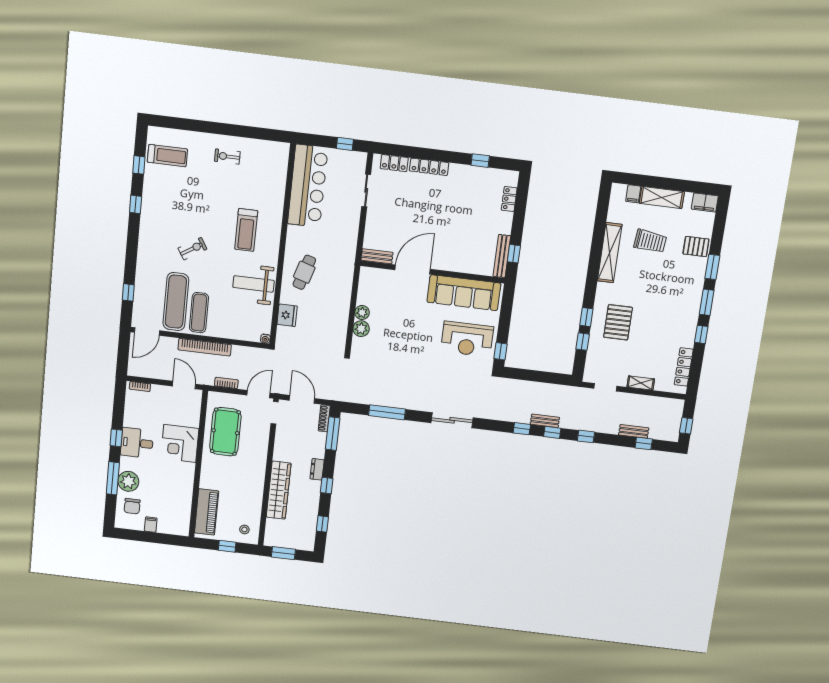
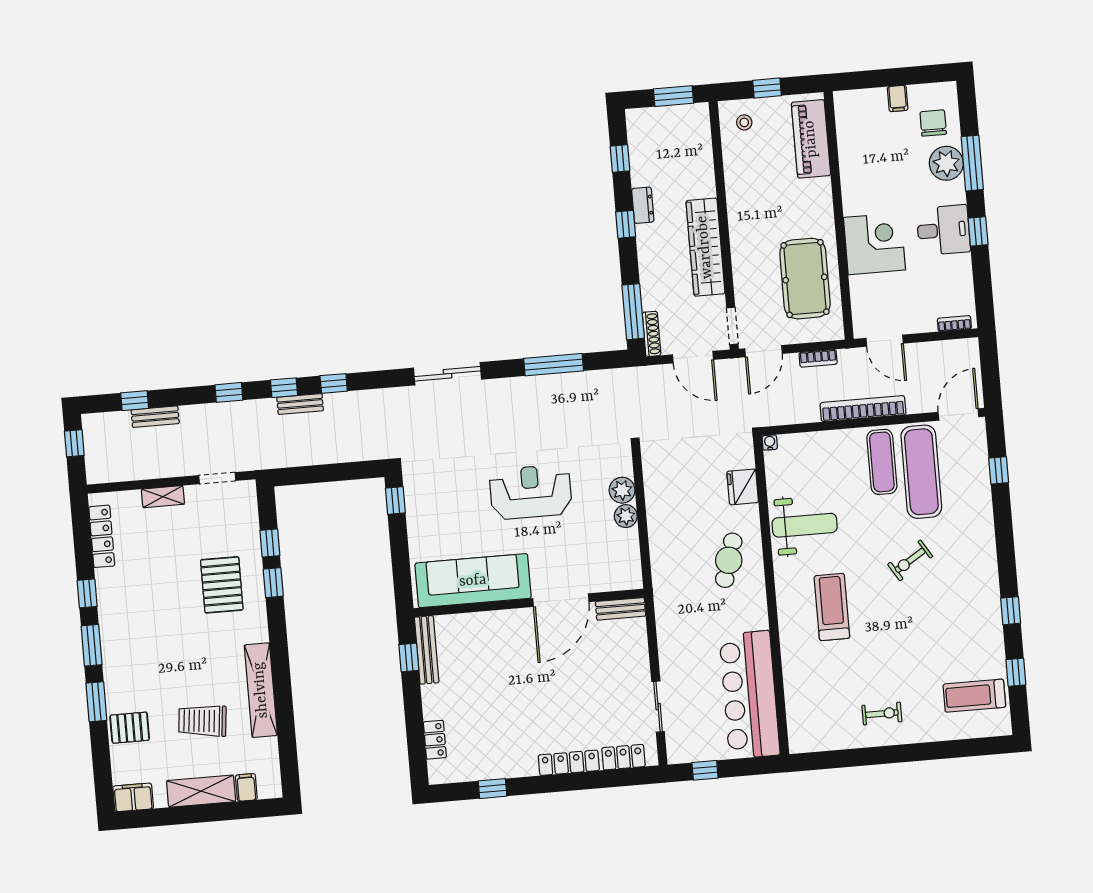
reception desk: (467, 339) -> (531, 492), moved
dresser: (317, 469) -> (643, 205), moved
wardrobe: (279, 490) -> (705, 247), moved

